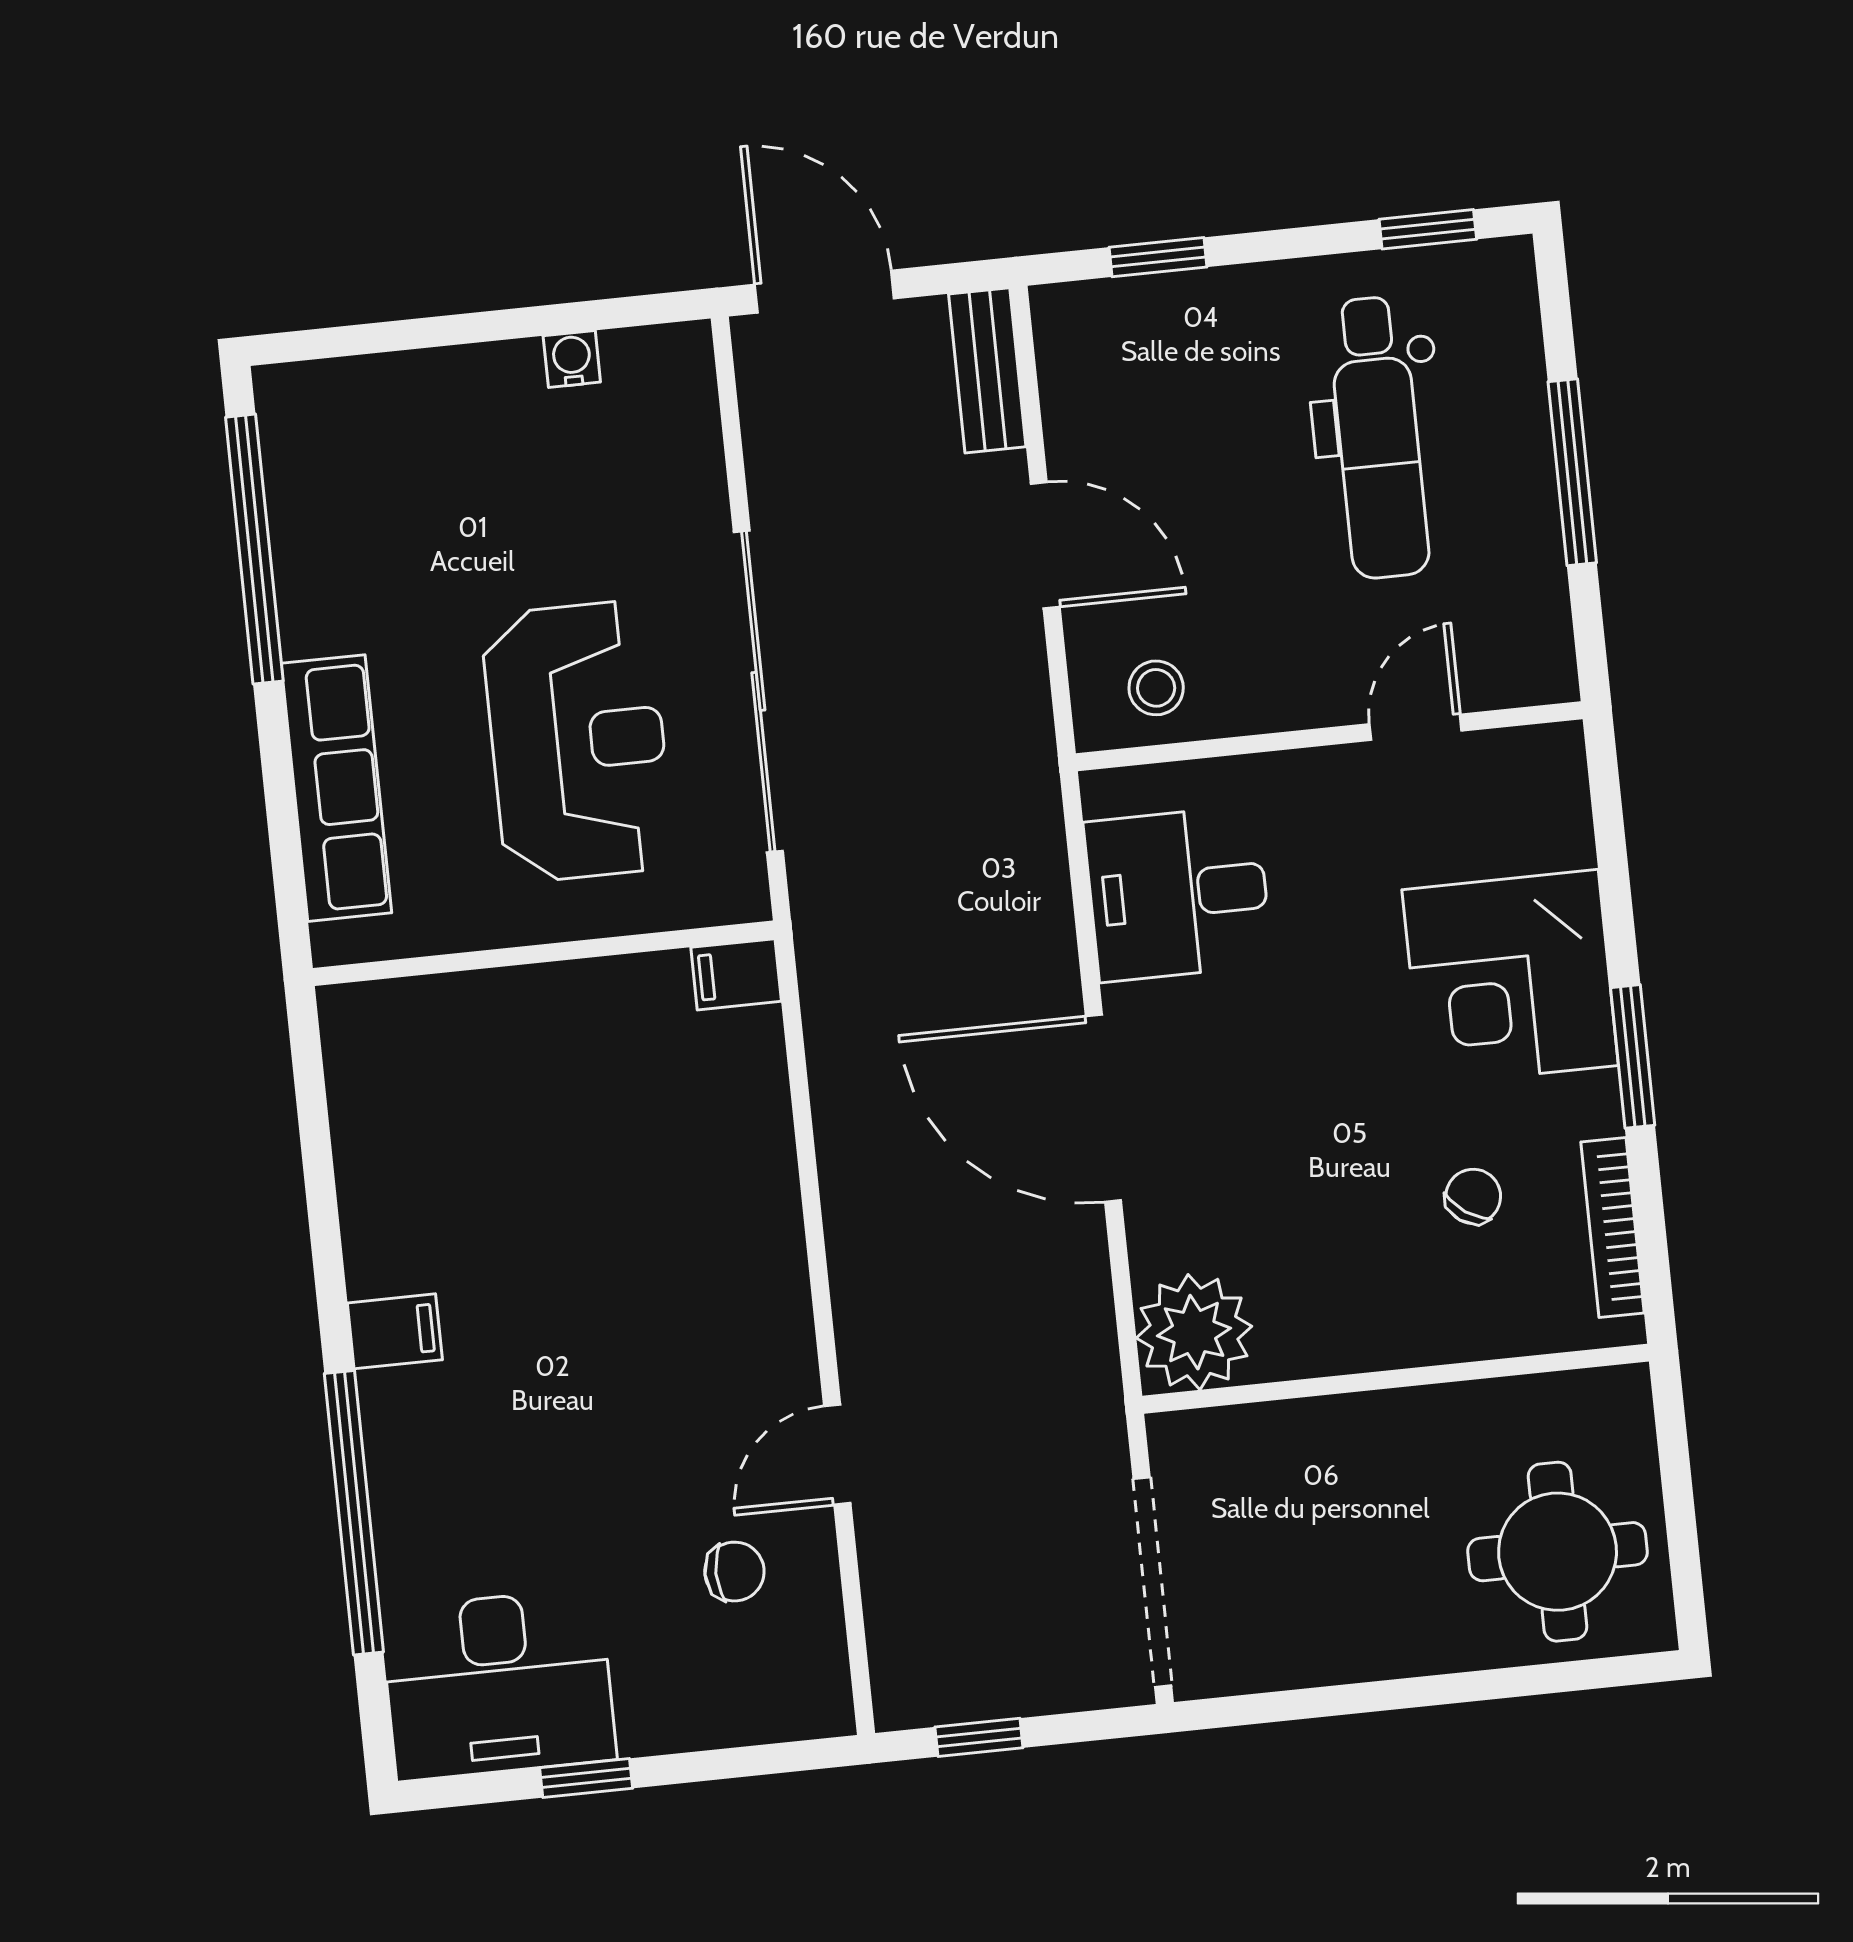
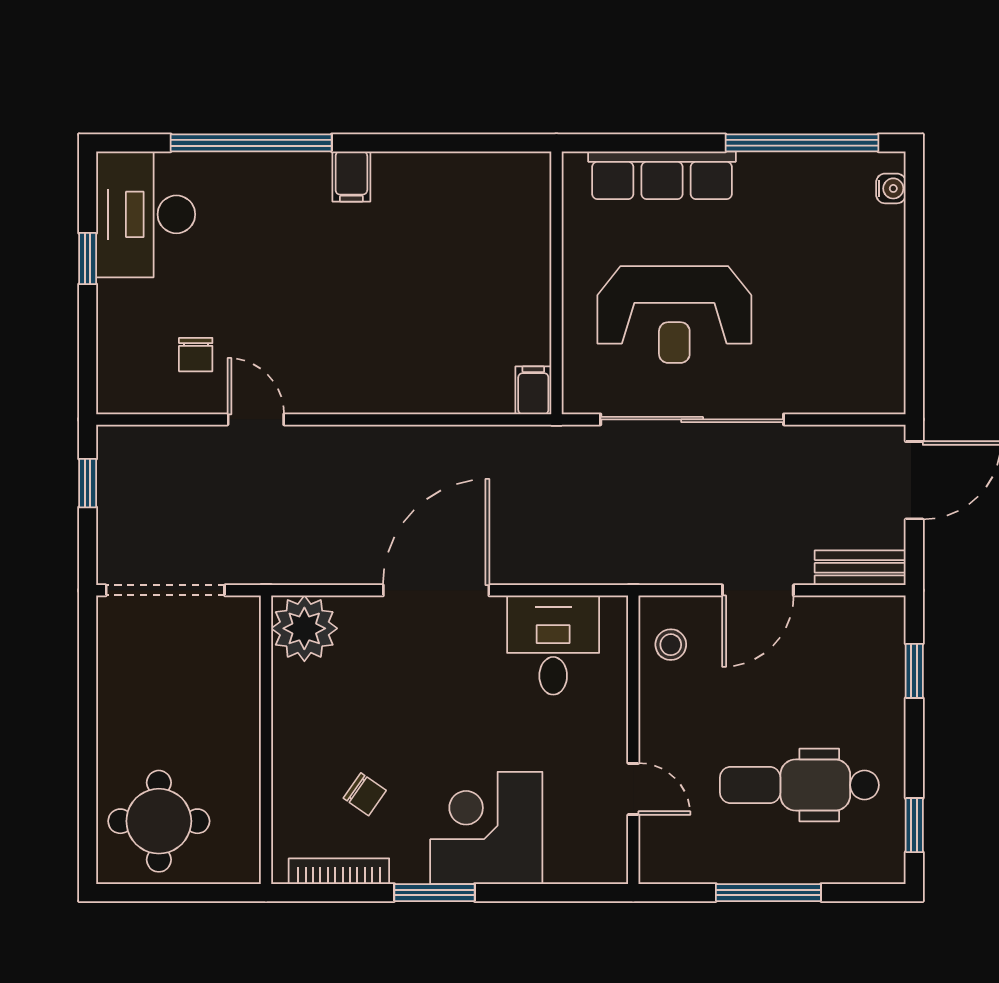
water cooler: (572, 359) -> (891, 188), moved

